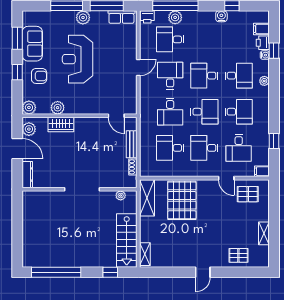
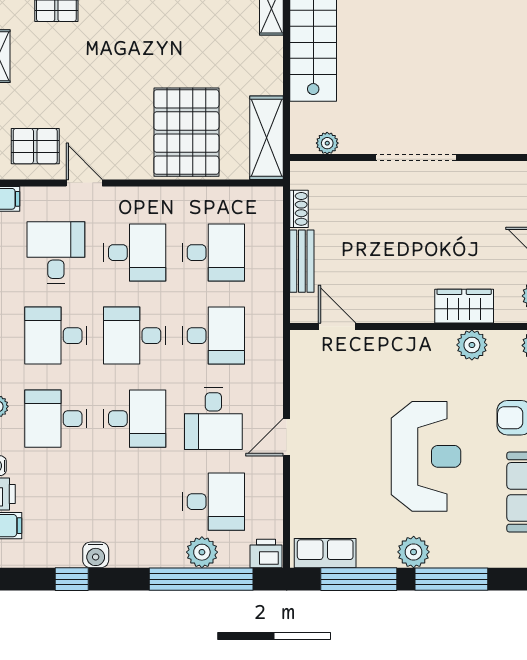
desk: (170, 112) -> (213, 336), turned 90

